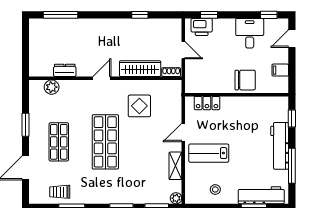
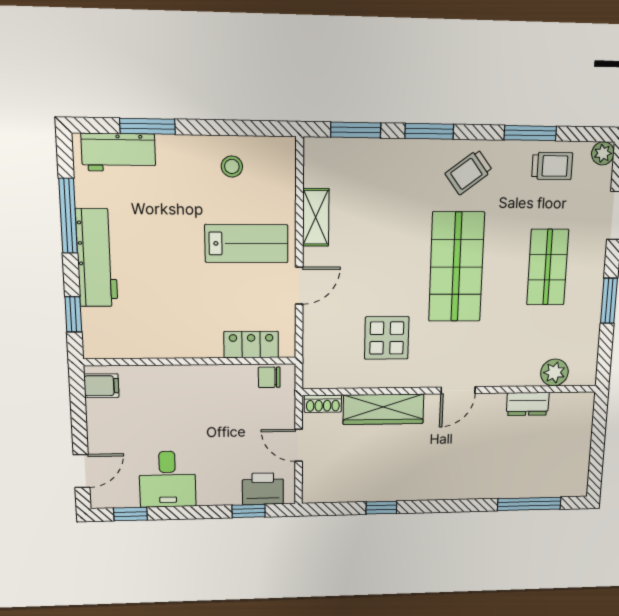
filing cabinet: (280, 70) -> (101, 386), moved
chair: (245, 80) -> (269, 377), moved, width x0.54, depth x0.54
trolley: (101, 188) -> (469, 172), added
workbench: (261, 195) -> (119, 152), width x0.73
plant: (176, 198) -> (603, 153), moved

